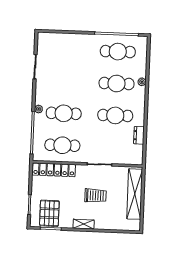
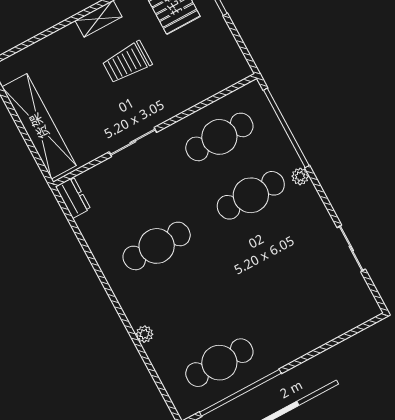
cafe table: (117, 84) -> (188, 304), removed
dresser: (139, 135) -> (73, 198), moved
locker: (54, 170) -> (209, 84), removed
trolley: (95, 196) -> (127, 62), moved

